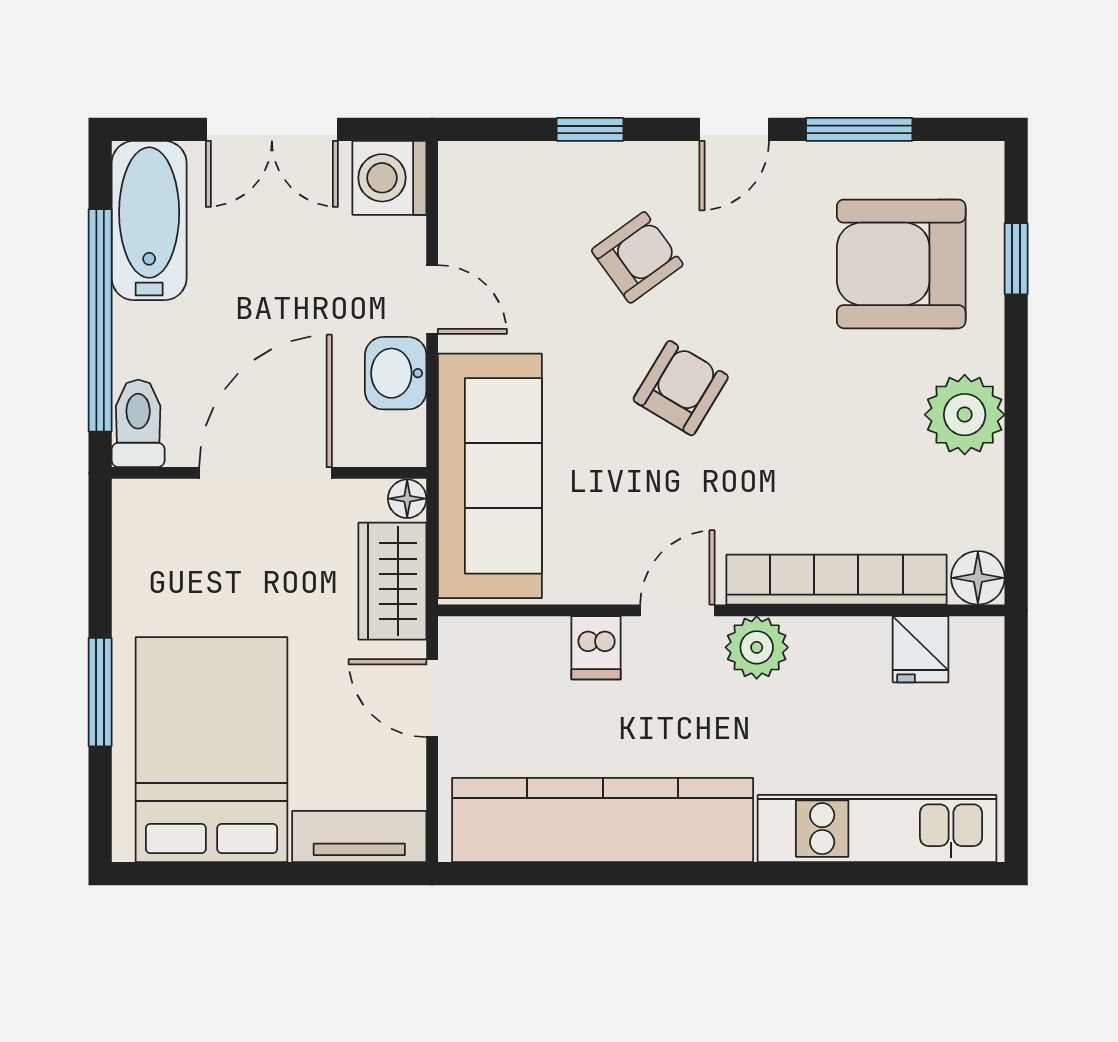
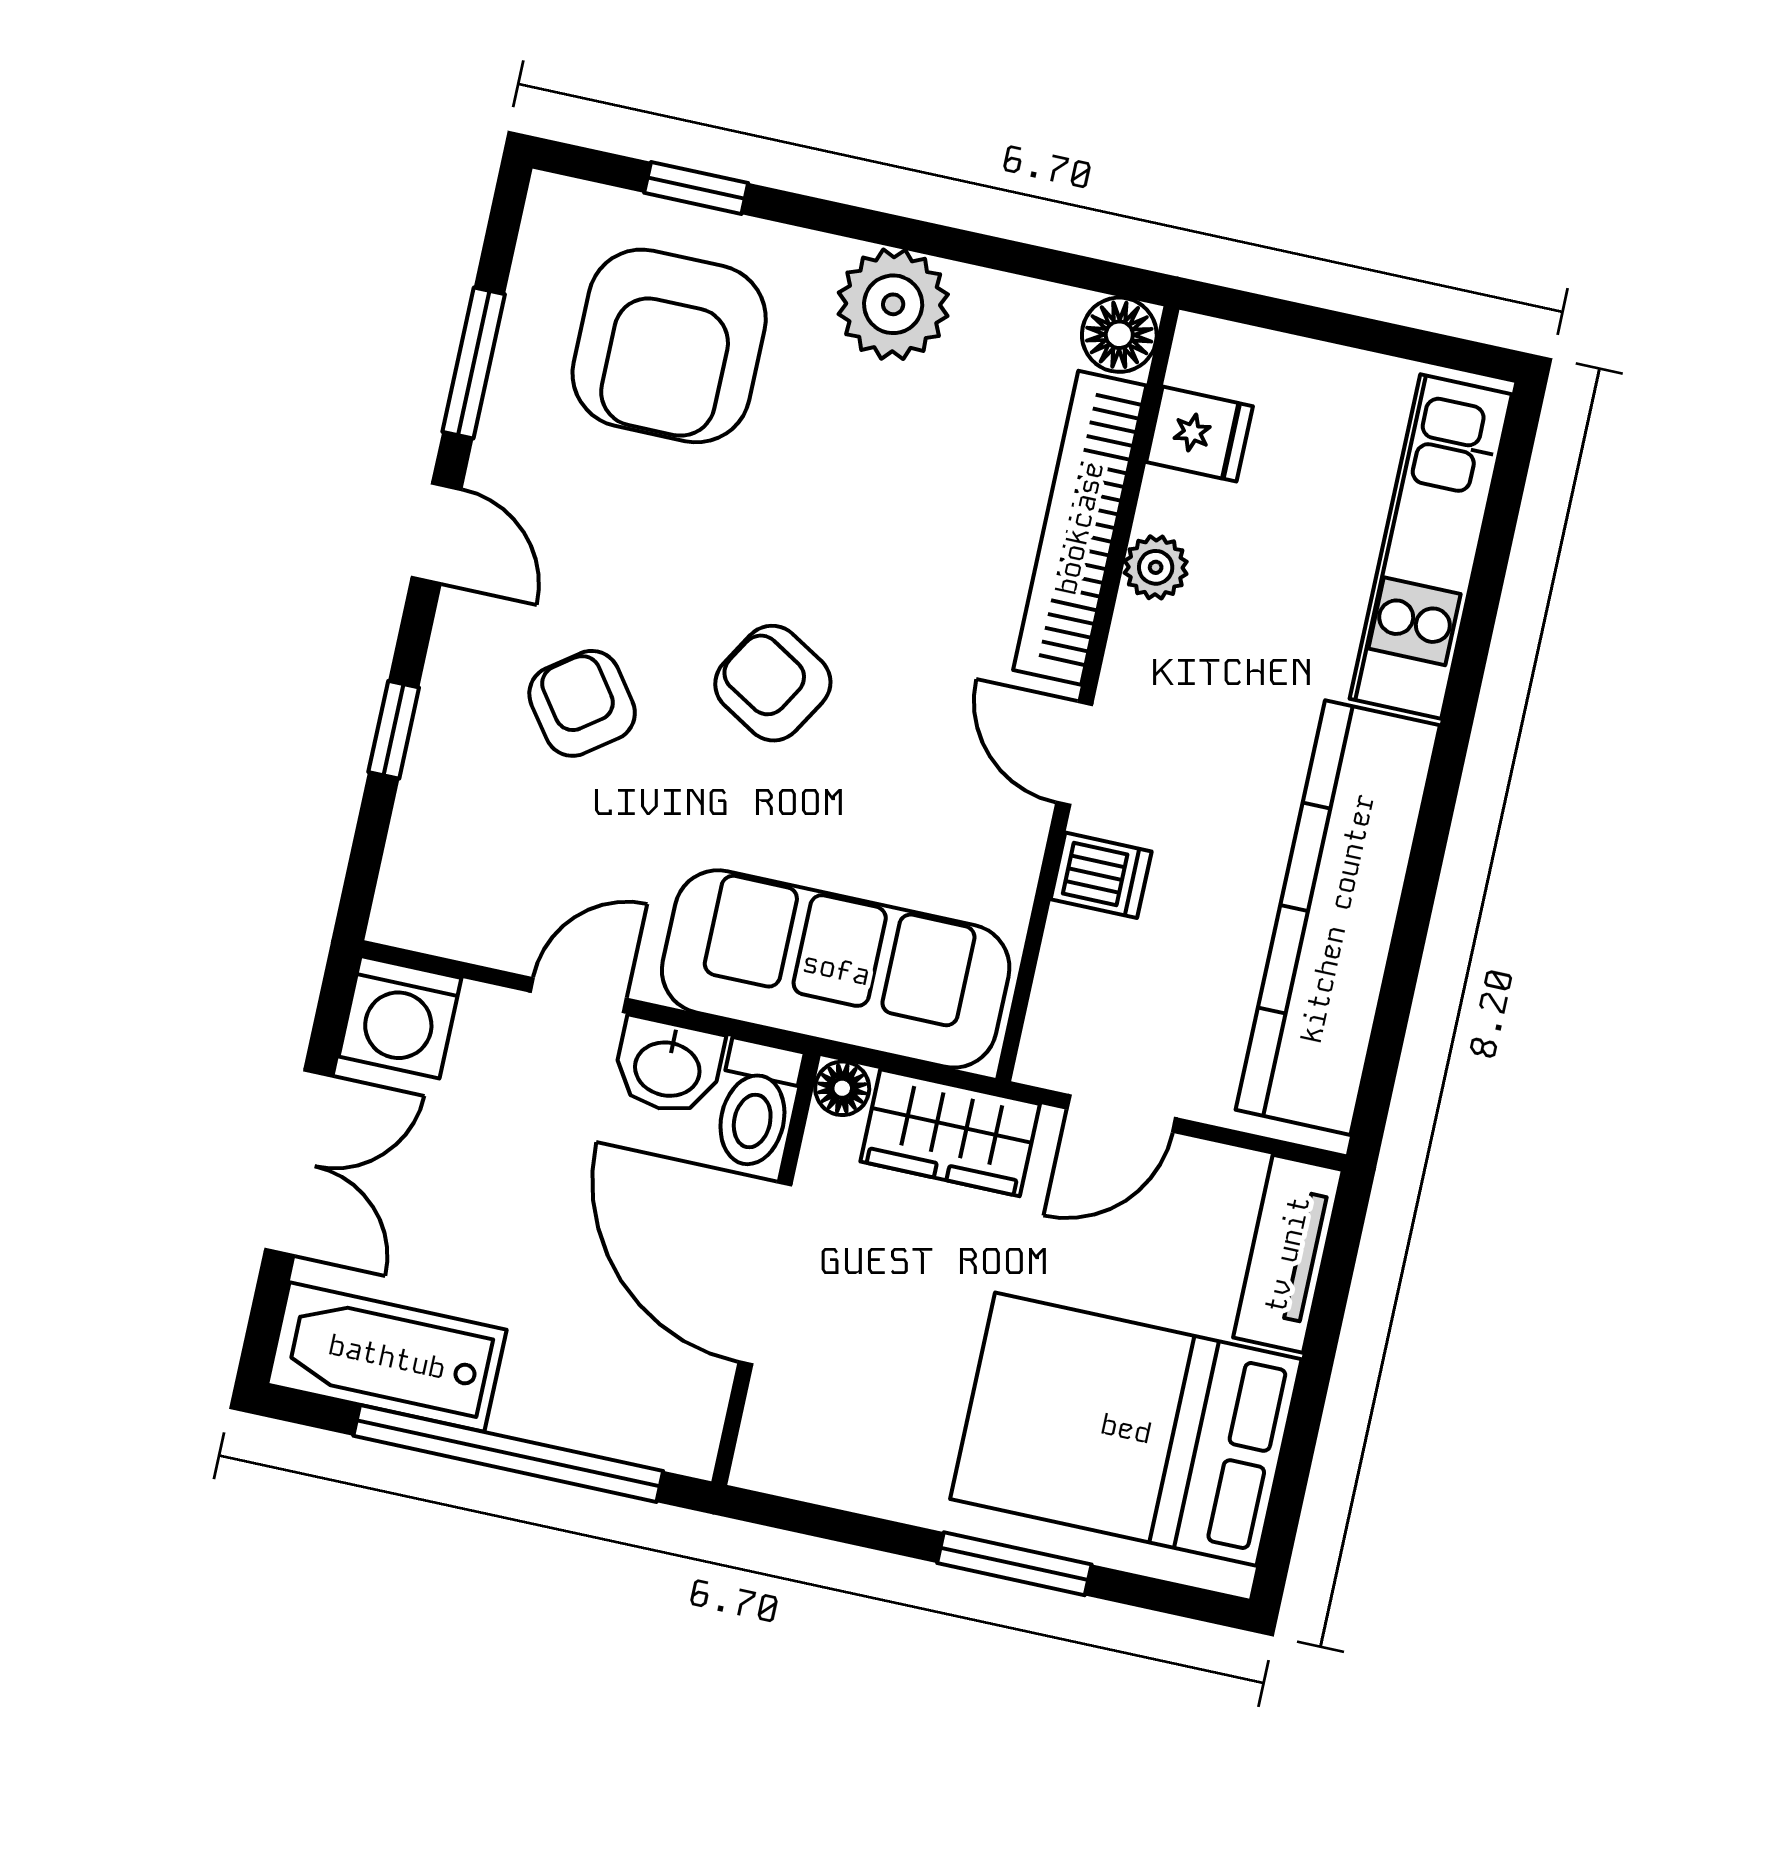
toilet: (138, 423) -> (756, 1104), moved, turned -90
plant: (757, 647) -> (1156, 567), moved, width x0.73, depth x0.73

